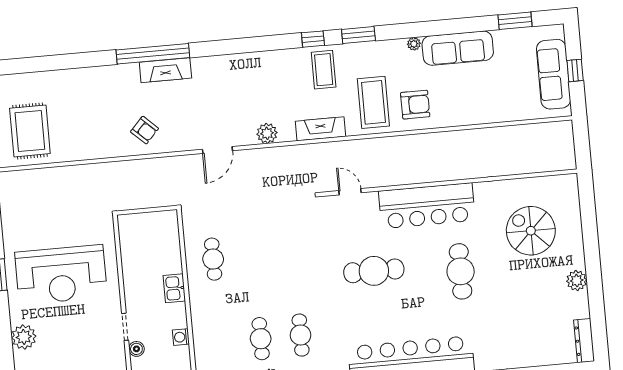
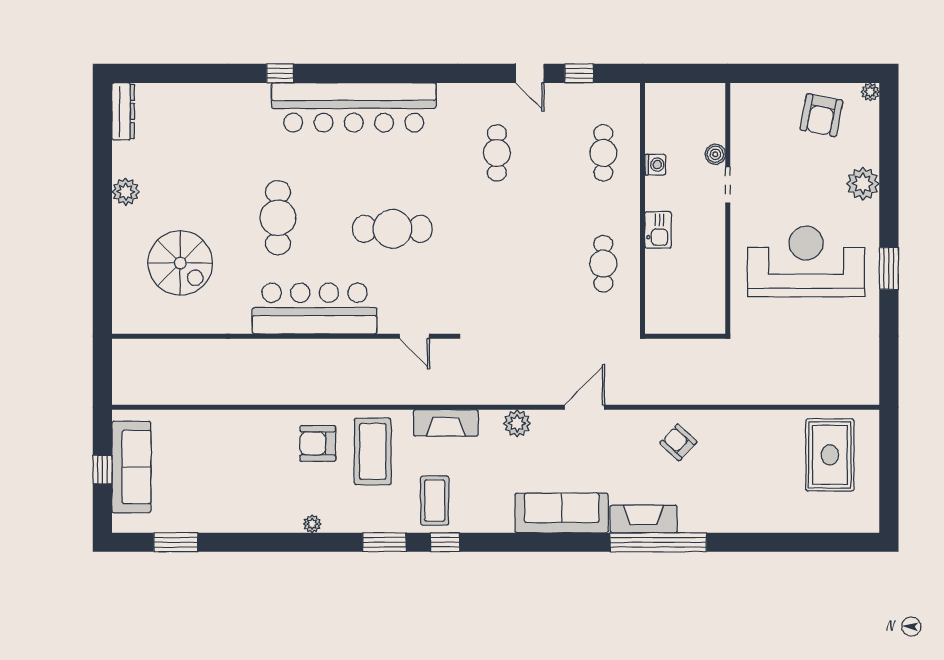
sofa: (458, 48) -> (562, 513), moved
cafe table: (261, 339) -> (603, 153), moved

